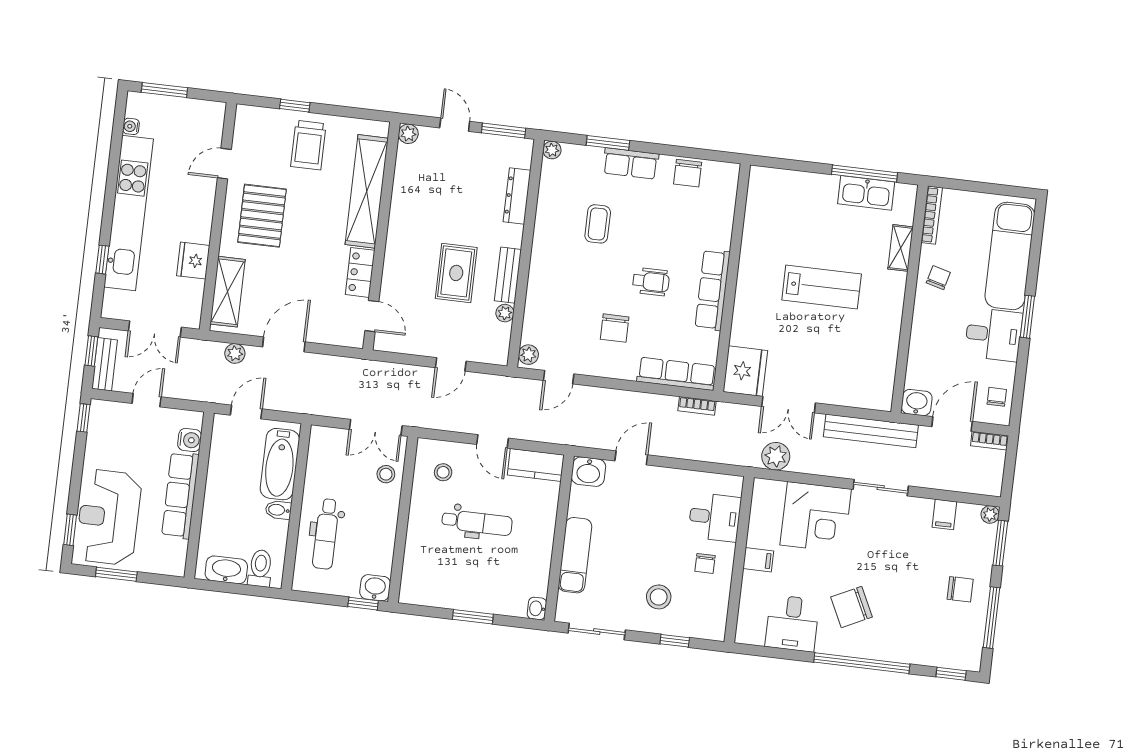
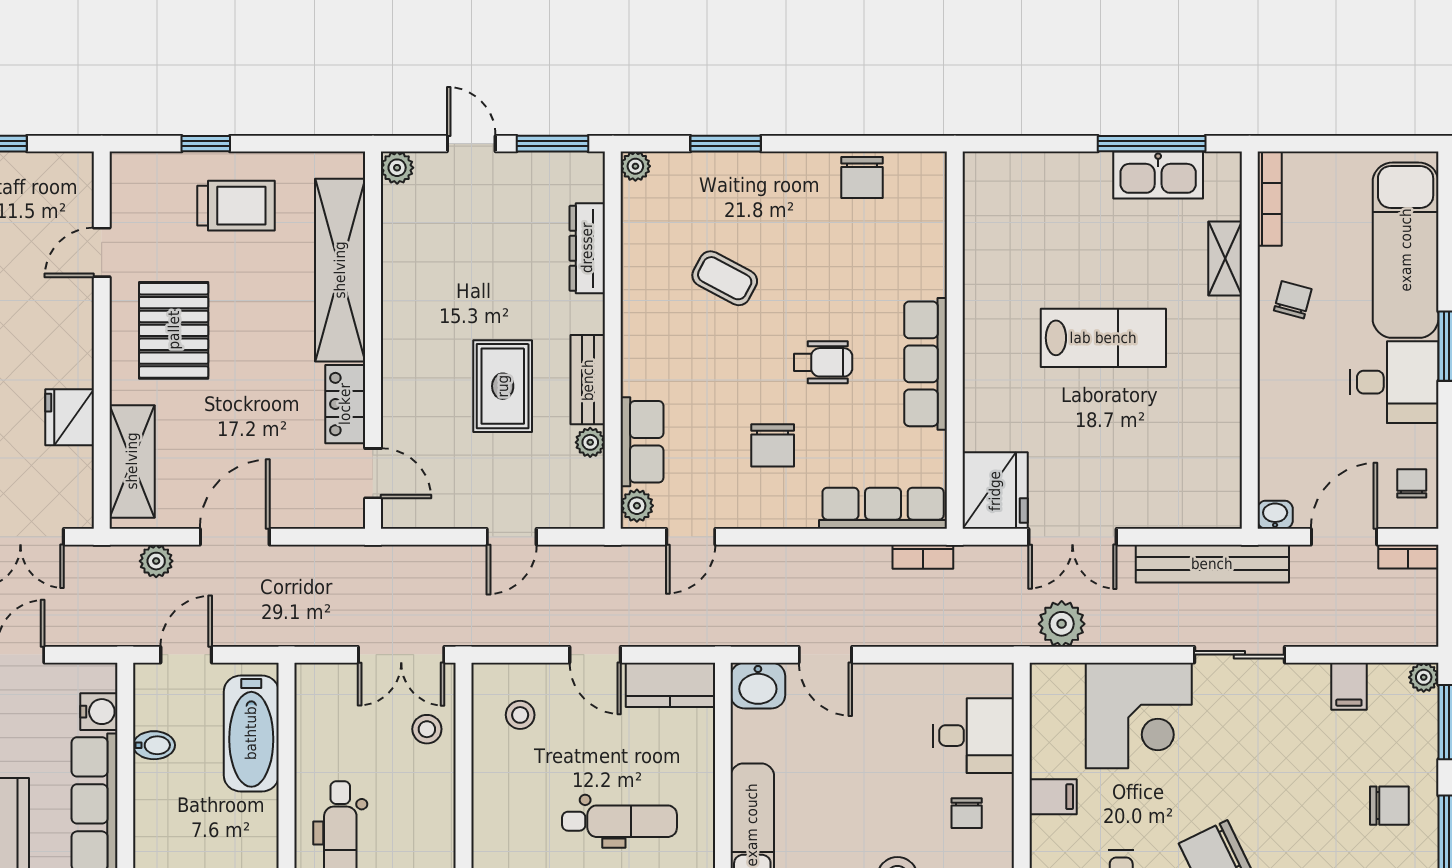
trolley: (308, 145) -> (236, 206), turned -90
row of seats: (631, 163) -> (642, 442), moved, turned -90
coffee table: (598, 224) -> (725, 278), turned -62
washbasin: (917, 403) -> (1275, 515), width x0.72, depth x0.69
door: (631, 458) -> (825, 655), swing flipped
bidet: (278, 510) -> (154, 745), moved, turned 180
dental chair: (477, 522) -> (620, 821), moved

